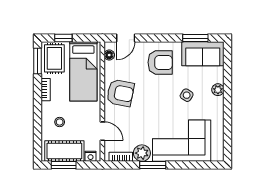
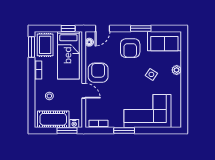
window: (63, 38) -> (68, 28), moved
window: (195, 38) -> (141, 28), moved
armchair: (160, 62) -> (130, 48), turned 90
armchair: (120, 93) -> (98, 73), turned -101
door: (102, 131) -> (84, 91), moved
plant: (142, 153) -> (115, 121), removed
window: (64, 165) -> (67, 131), moved

